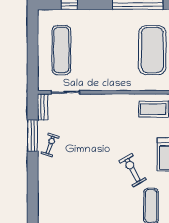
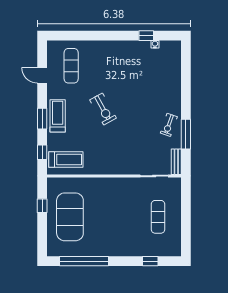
exercise mat: (61, 50) -> (158, 217), width x0.73, depth x0.69
exercise bike: (133, 170) -> (103, 109), moved

